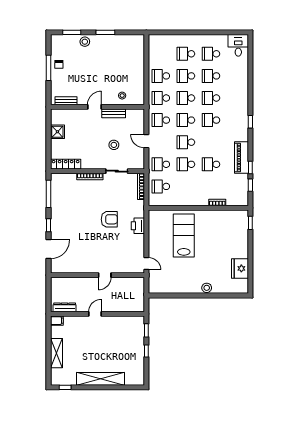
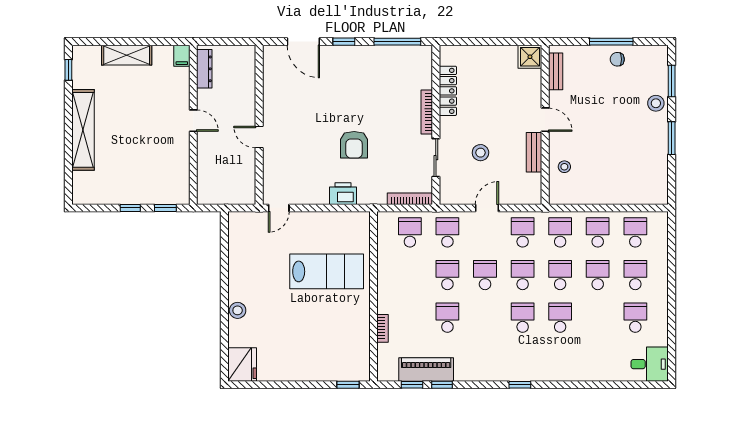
school desk: (211, 76) -> (635, 232), moved
shower: (57, 132) -> (530, 57), moved
piano: (241, 158) -> (426, 369), moved
locker: (66, 164) -> (448, 91), moved
fridge: (240, 268) -> (242, 364), moved, turned 90

